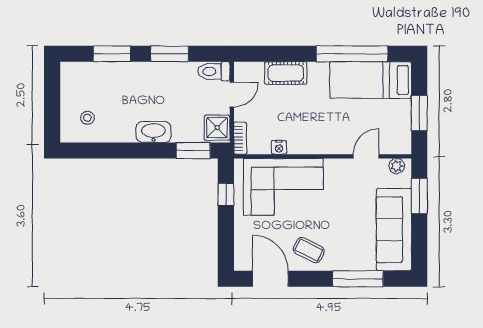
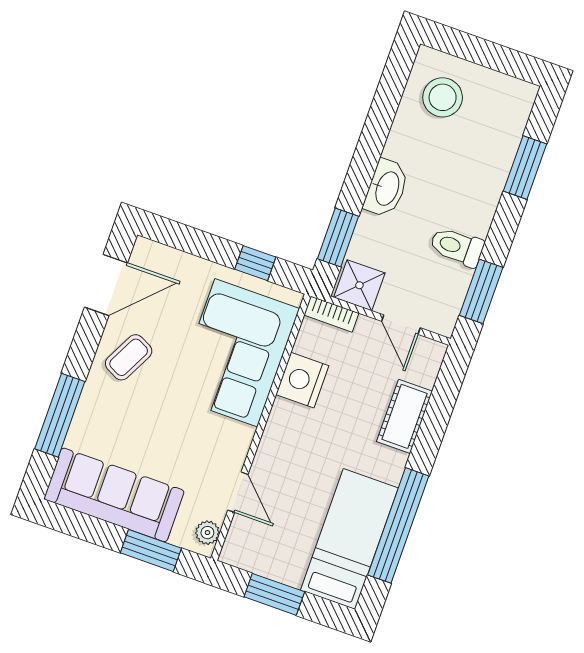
window: (170, 54) -> (481, 291), moved
toilet: (214, 71) -> (457, 247), moved, turned -90
stool: (87, 118) -> (443, 97), width x1.89, depth x1.89
nightstand: (279, 147) -> (302, 380), width x1.89, depth x1.79

